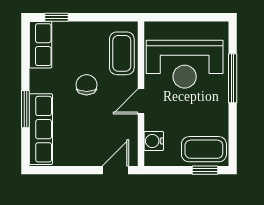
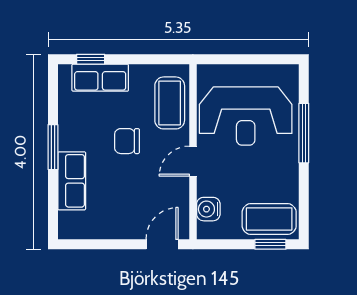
row of seats: (41, 45) -> (100, 78), moved, turned 90
chair: (87, 85) -> (127, 141), turned -90
window: (25, 109) -> (53, 147), moved
row of seats: (41, 129) -> (72, 181), width x0.68

